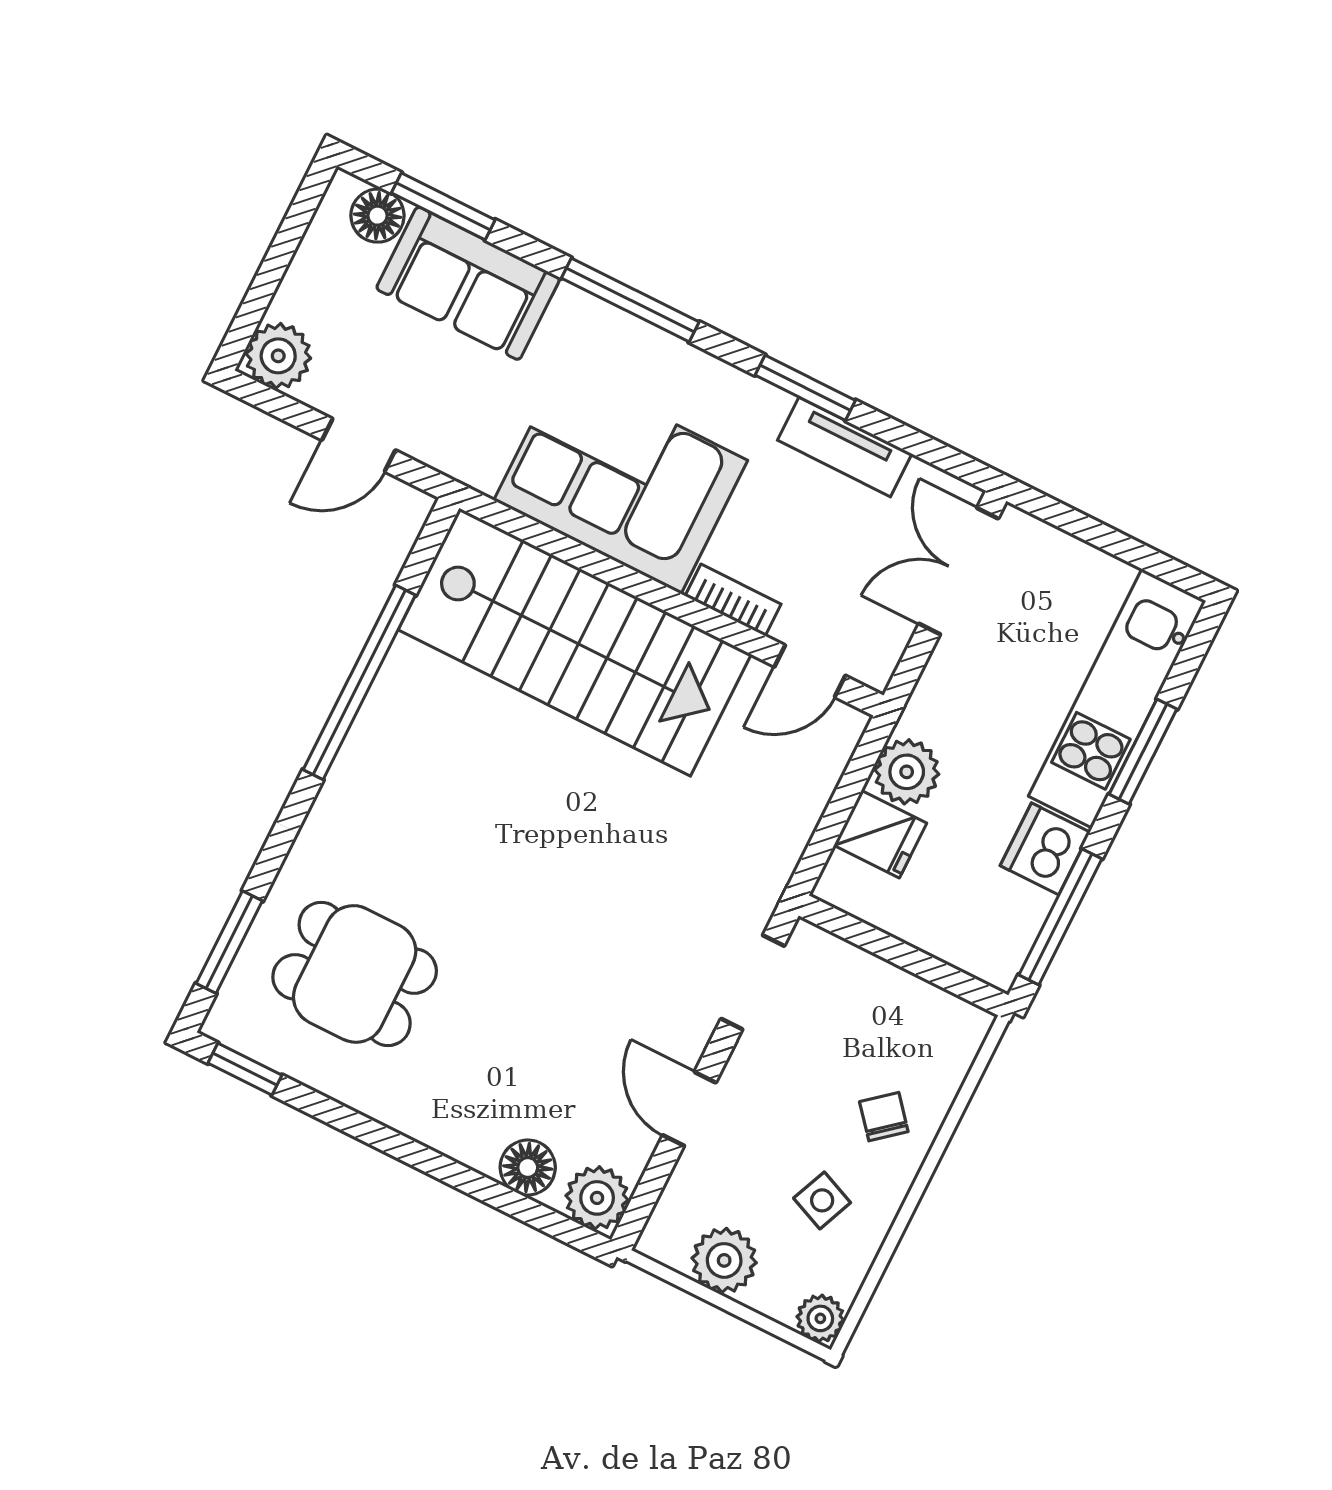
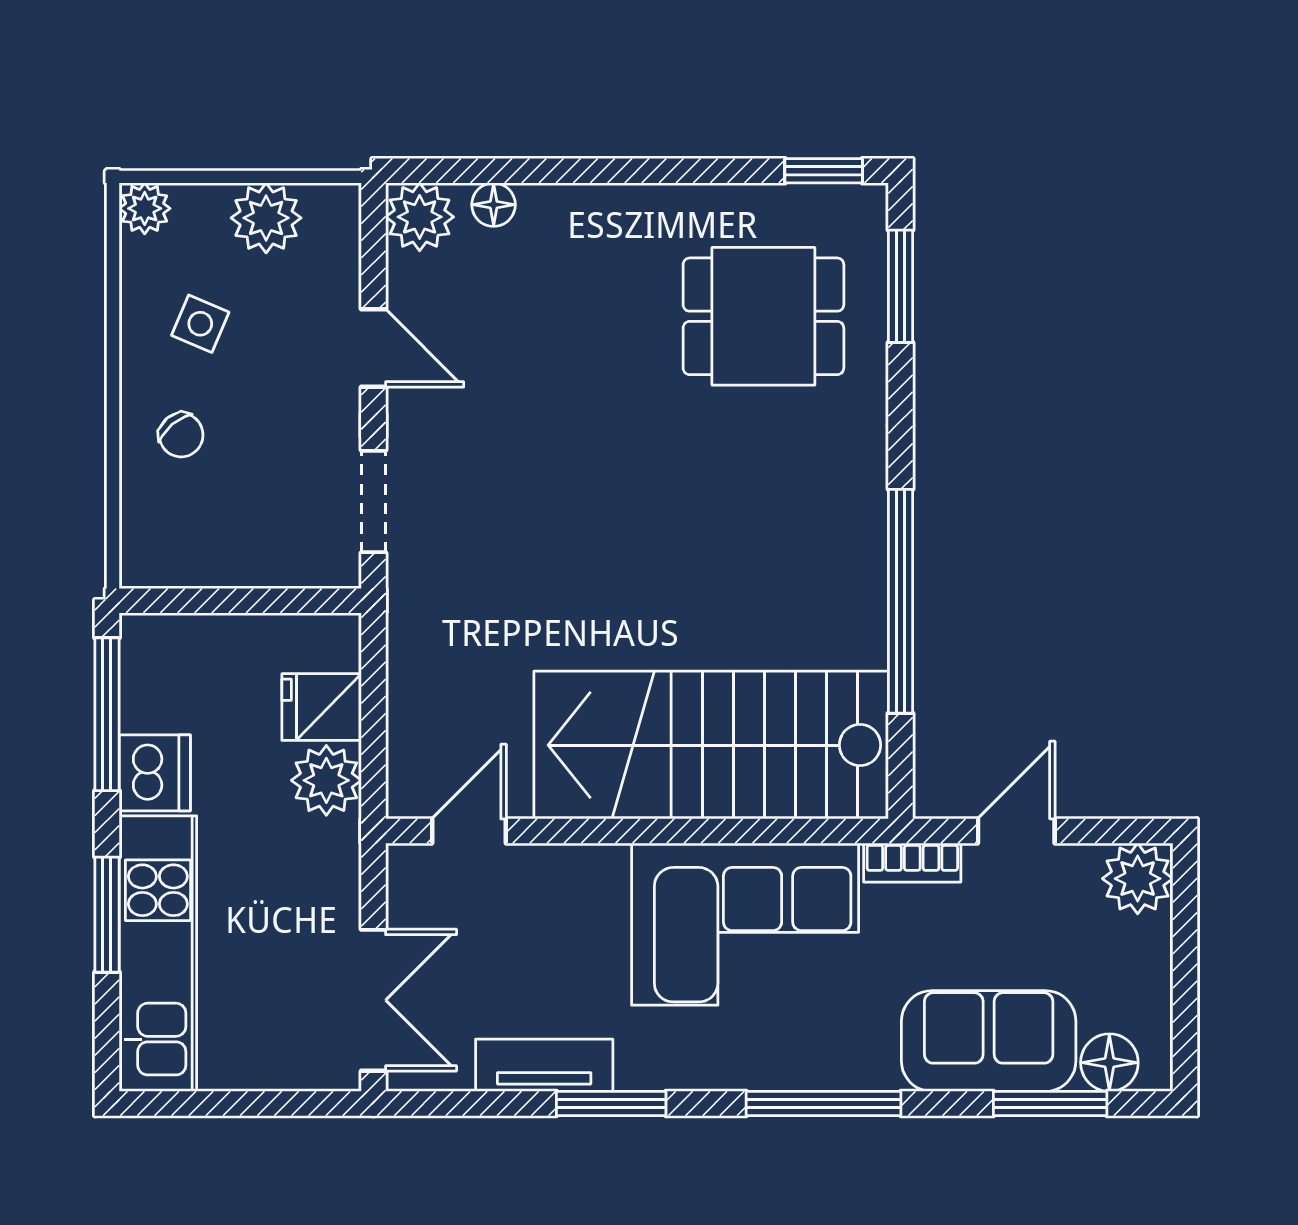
bookcase: (733, 600) -> (912, 863), moved
floor lamp: (528, 1167) -> (494, 205), width x0.73, depth x0.73

